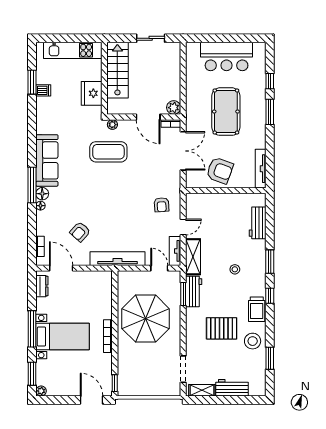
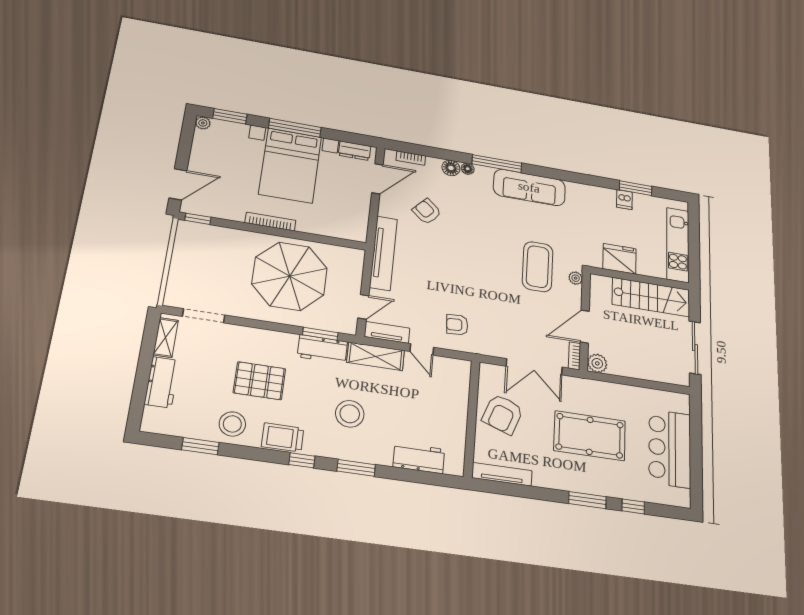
sliding door: (151, 38) -> (695, 348), width x1.37
floor lamp: (42, 194) -> (451, 168), moved
stool: (235, 269) -> (350, 414), width x1.89, depth x1.89
pallet: (222, 328) -> (259, 381), turned 90
bed with nightstands: (62, 337) -> (290, 165), width x1.36

